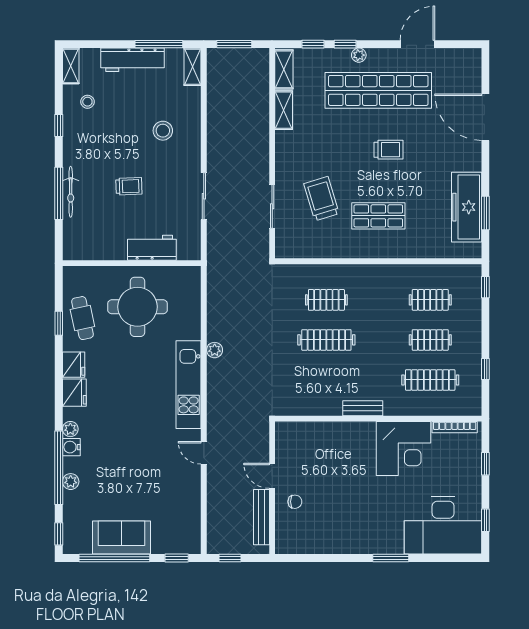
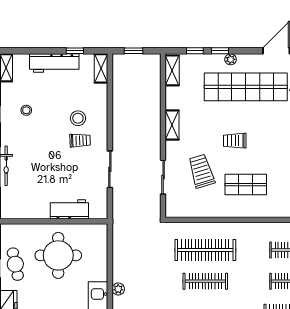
window: (159, 44) -> (75, 51), width x0.46
window: (234, 44) -> (134, 51), width x0.67
stool: (87, 102) -> (26, 110), moved
shelving: (284, 110) -> (172, 125), moved
trolley: (388, 150) -> (235, 141), moved, turned 180
trolley: (129, 186) -> (80, 140), moved
clothes rail: (326, 300) -> (205, 250), width x1.86, depth x1.31

